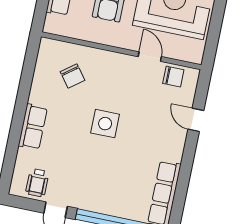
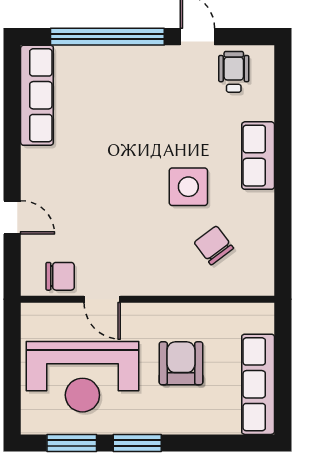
chair: (173, 77) -> (60, 276), turned 180
side table: (105, 124) -> (188, 187), moved

